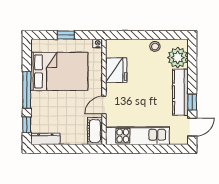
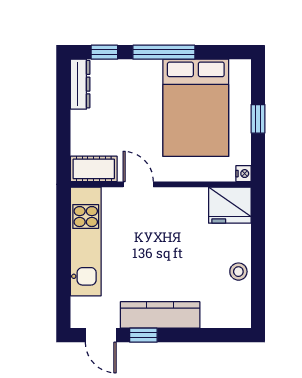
plant: (178, 58) -> (219, 310), removed
fridge: (116, 70) -> (230, 205), moved

